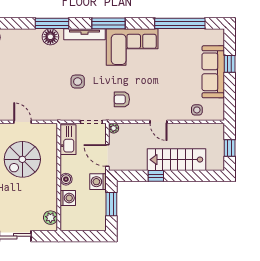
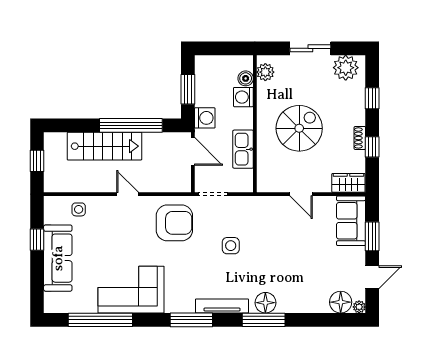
corner sofa: (132, 47) -> (131, 290), moved
window: (230, 64) -> (37, 240), moved
armchair: (122, 99) -> (174, 223), width x1.88, depth x1.88
plant: (114, 128) -> (185, 186), removed
kitchen sink: (68, 140) -> (243, 149), moved
spiral stairs: (22, 159) -> (299, 128), moved
window: (156, 176) -> (131, 125), width x3.17
boiler: (66, 179) -> (246, 78), moved

